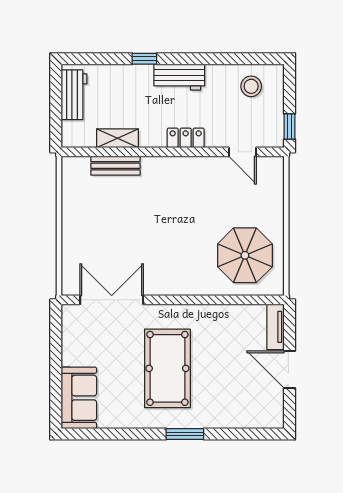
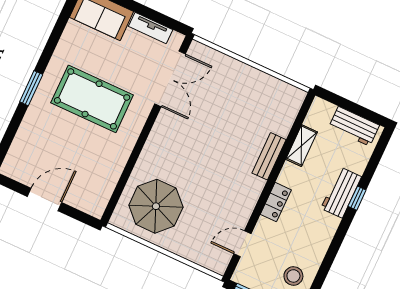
workbench: (179, 77) -> (341, 193), moved
bench: (115, 166) -> (269, 156), moved
tv unit: (275, 327) -> (151, 28), moved, turned 180

